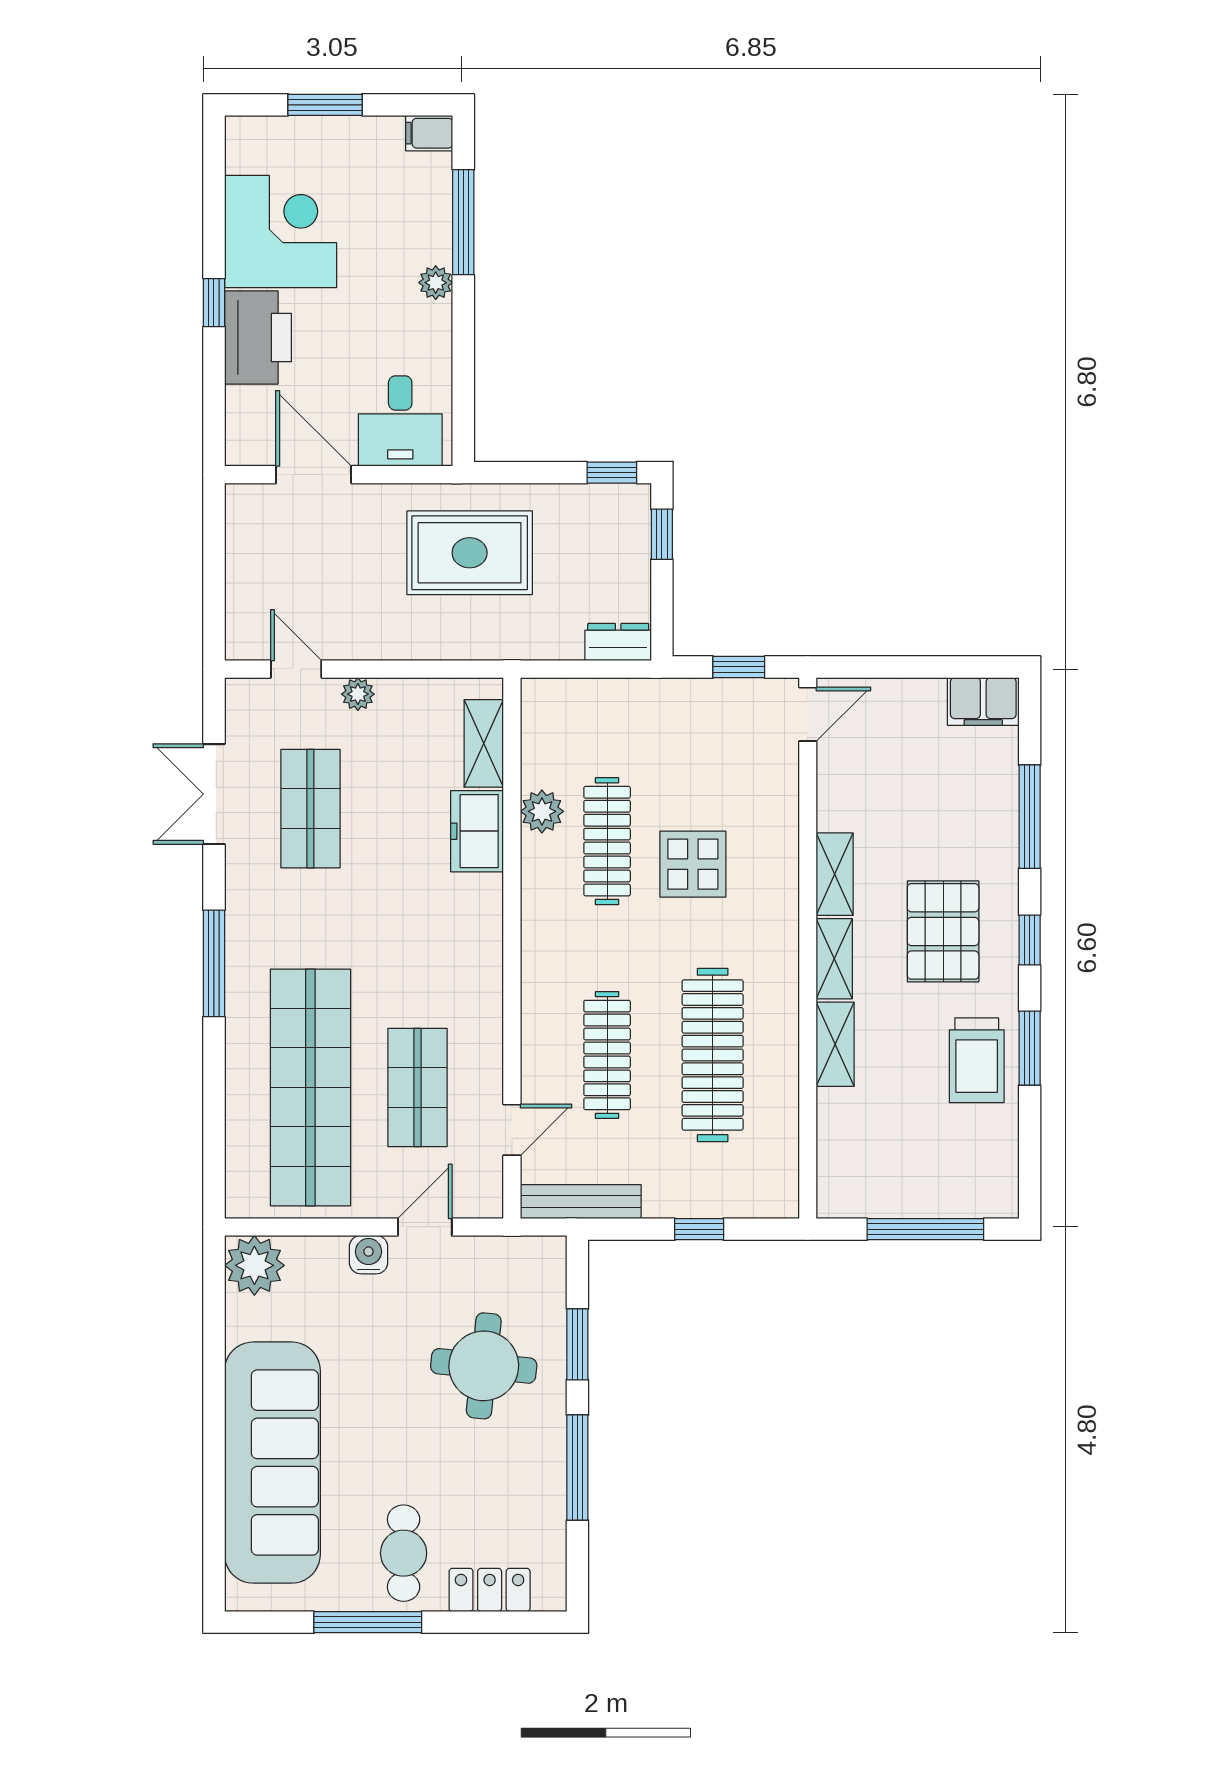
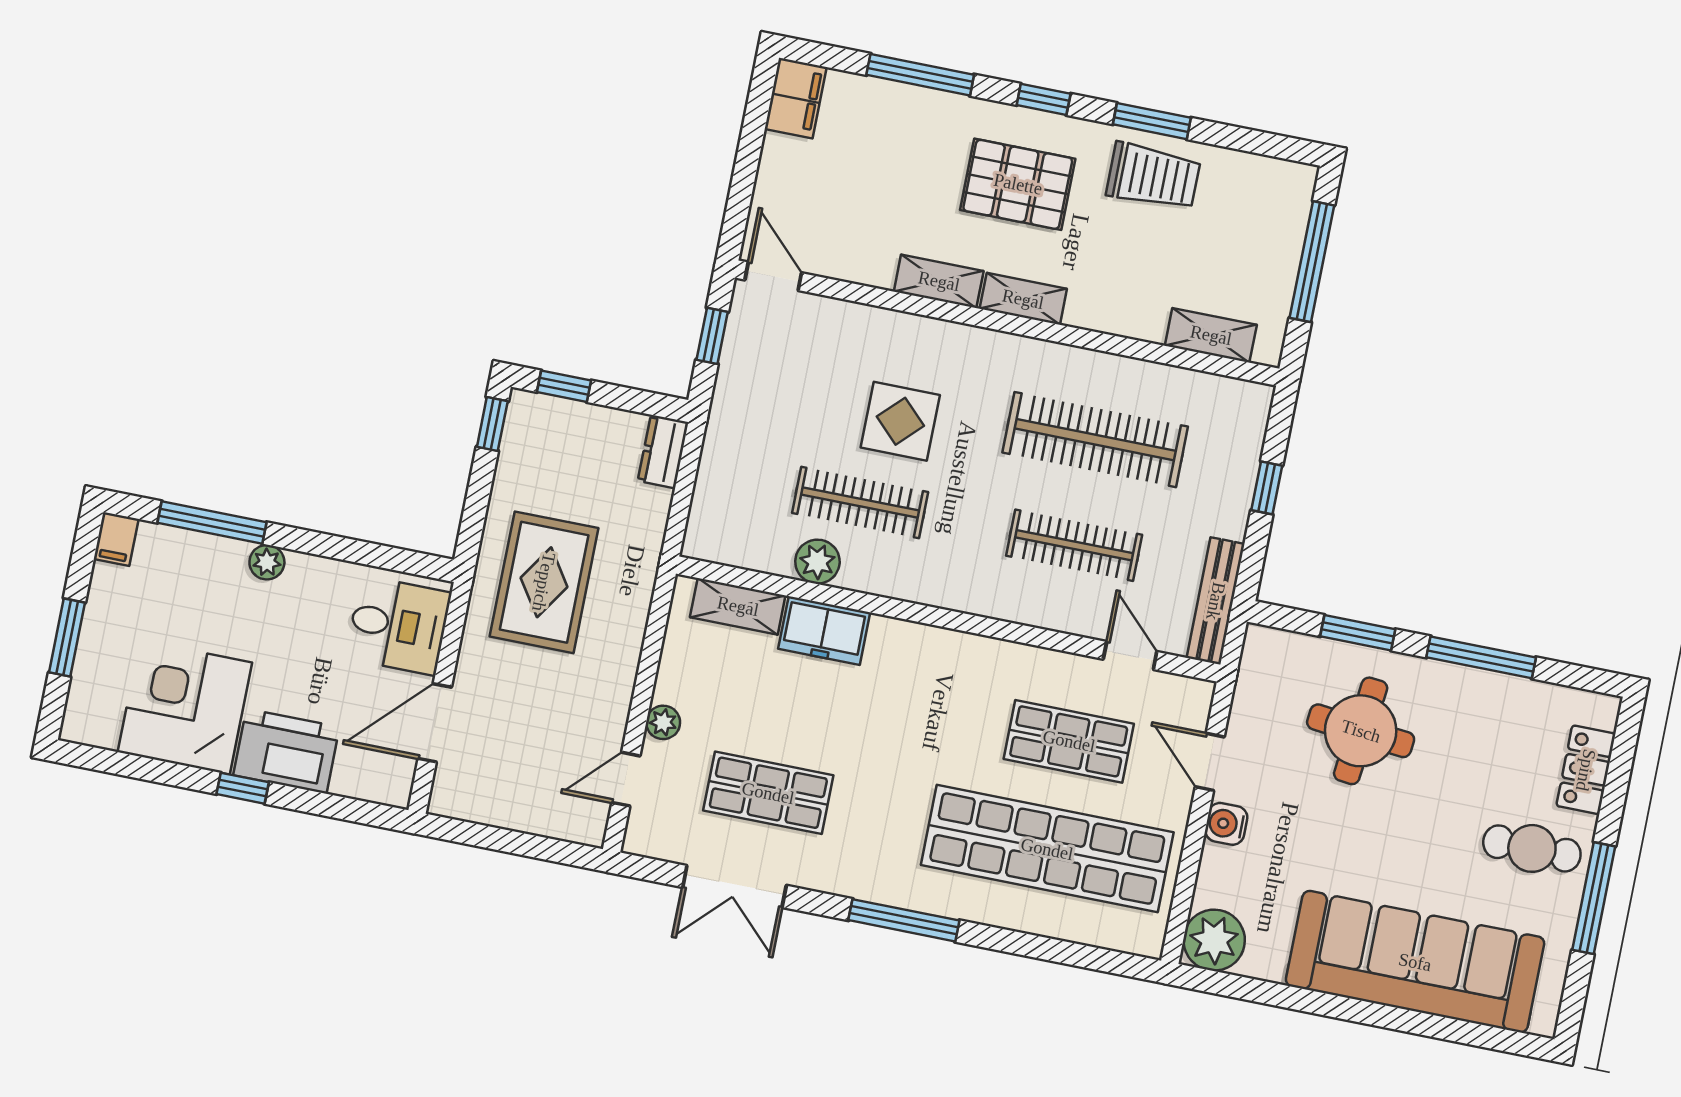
shelving: (835, 1044) -> (1211, 335), moved

